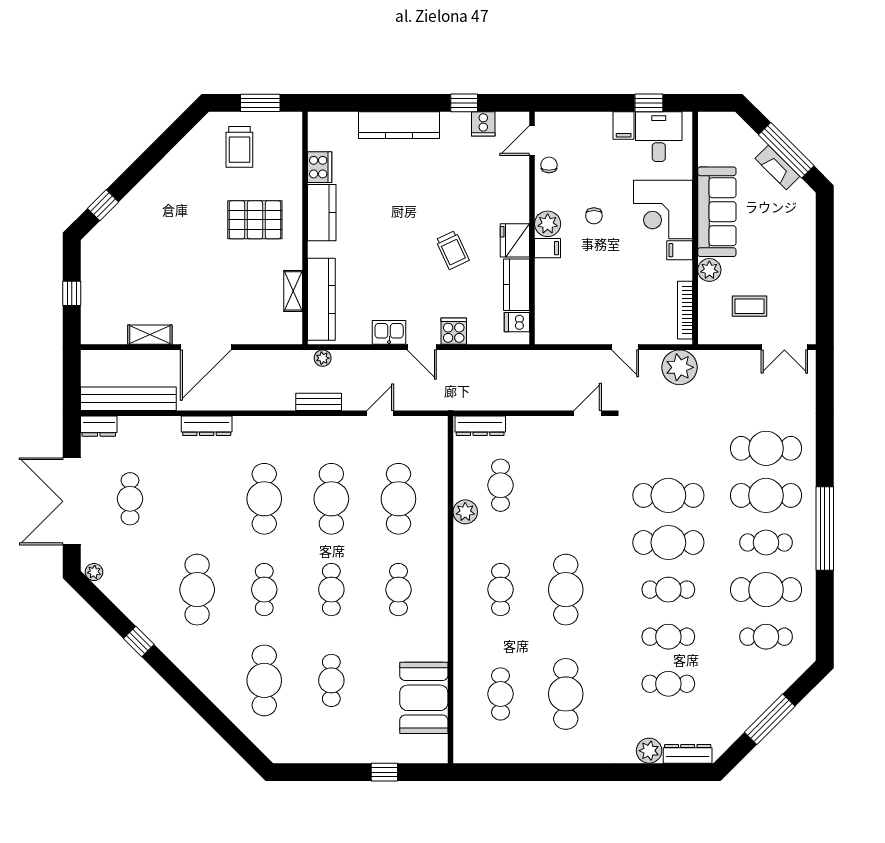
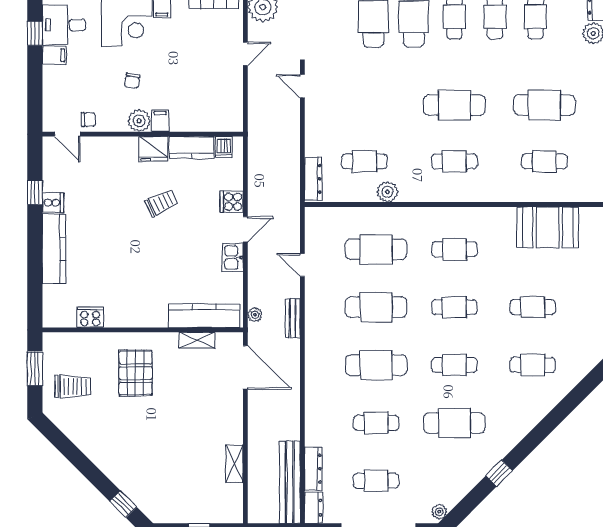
cooker: (483, 124) -> (53, 203), moved
chair: (549, 165) -> (88, 120), turned 180
kitchen counter: (322, 213) -> (129, 315), removed
chair: (594, 216) -> (132, 81), turned 100
door: (206, 347) -> (245, 367), moved
dresser: (207, 426) -> (313, 469), moved
cafe table: (197, 499) -> (376, 423), added
cafe table: (264, 680) -> (533, 365), width x0.73, depth x0.74

